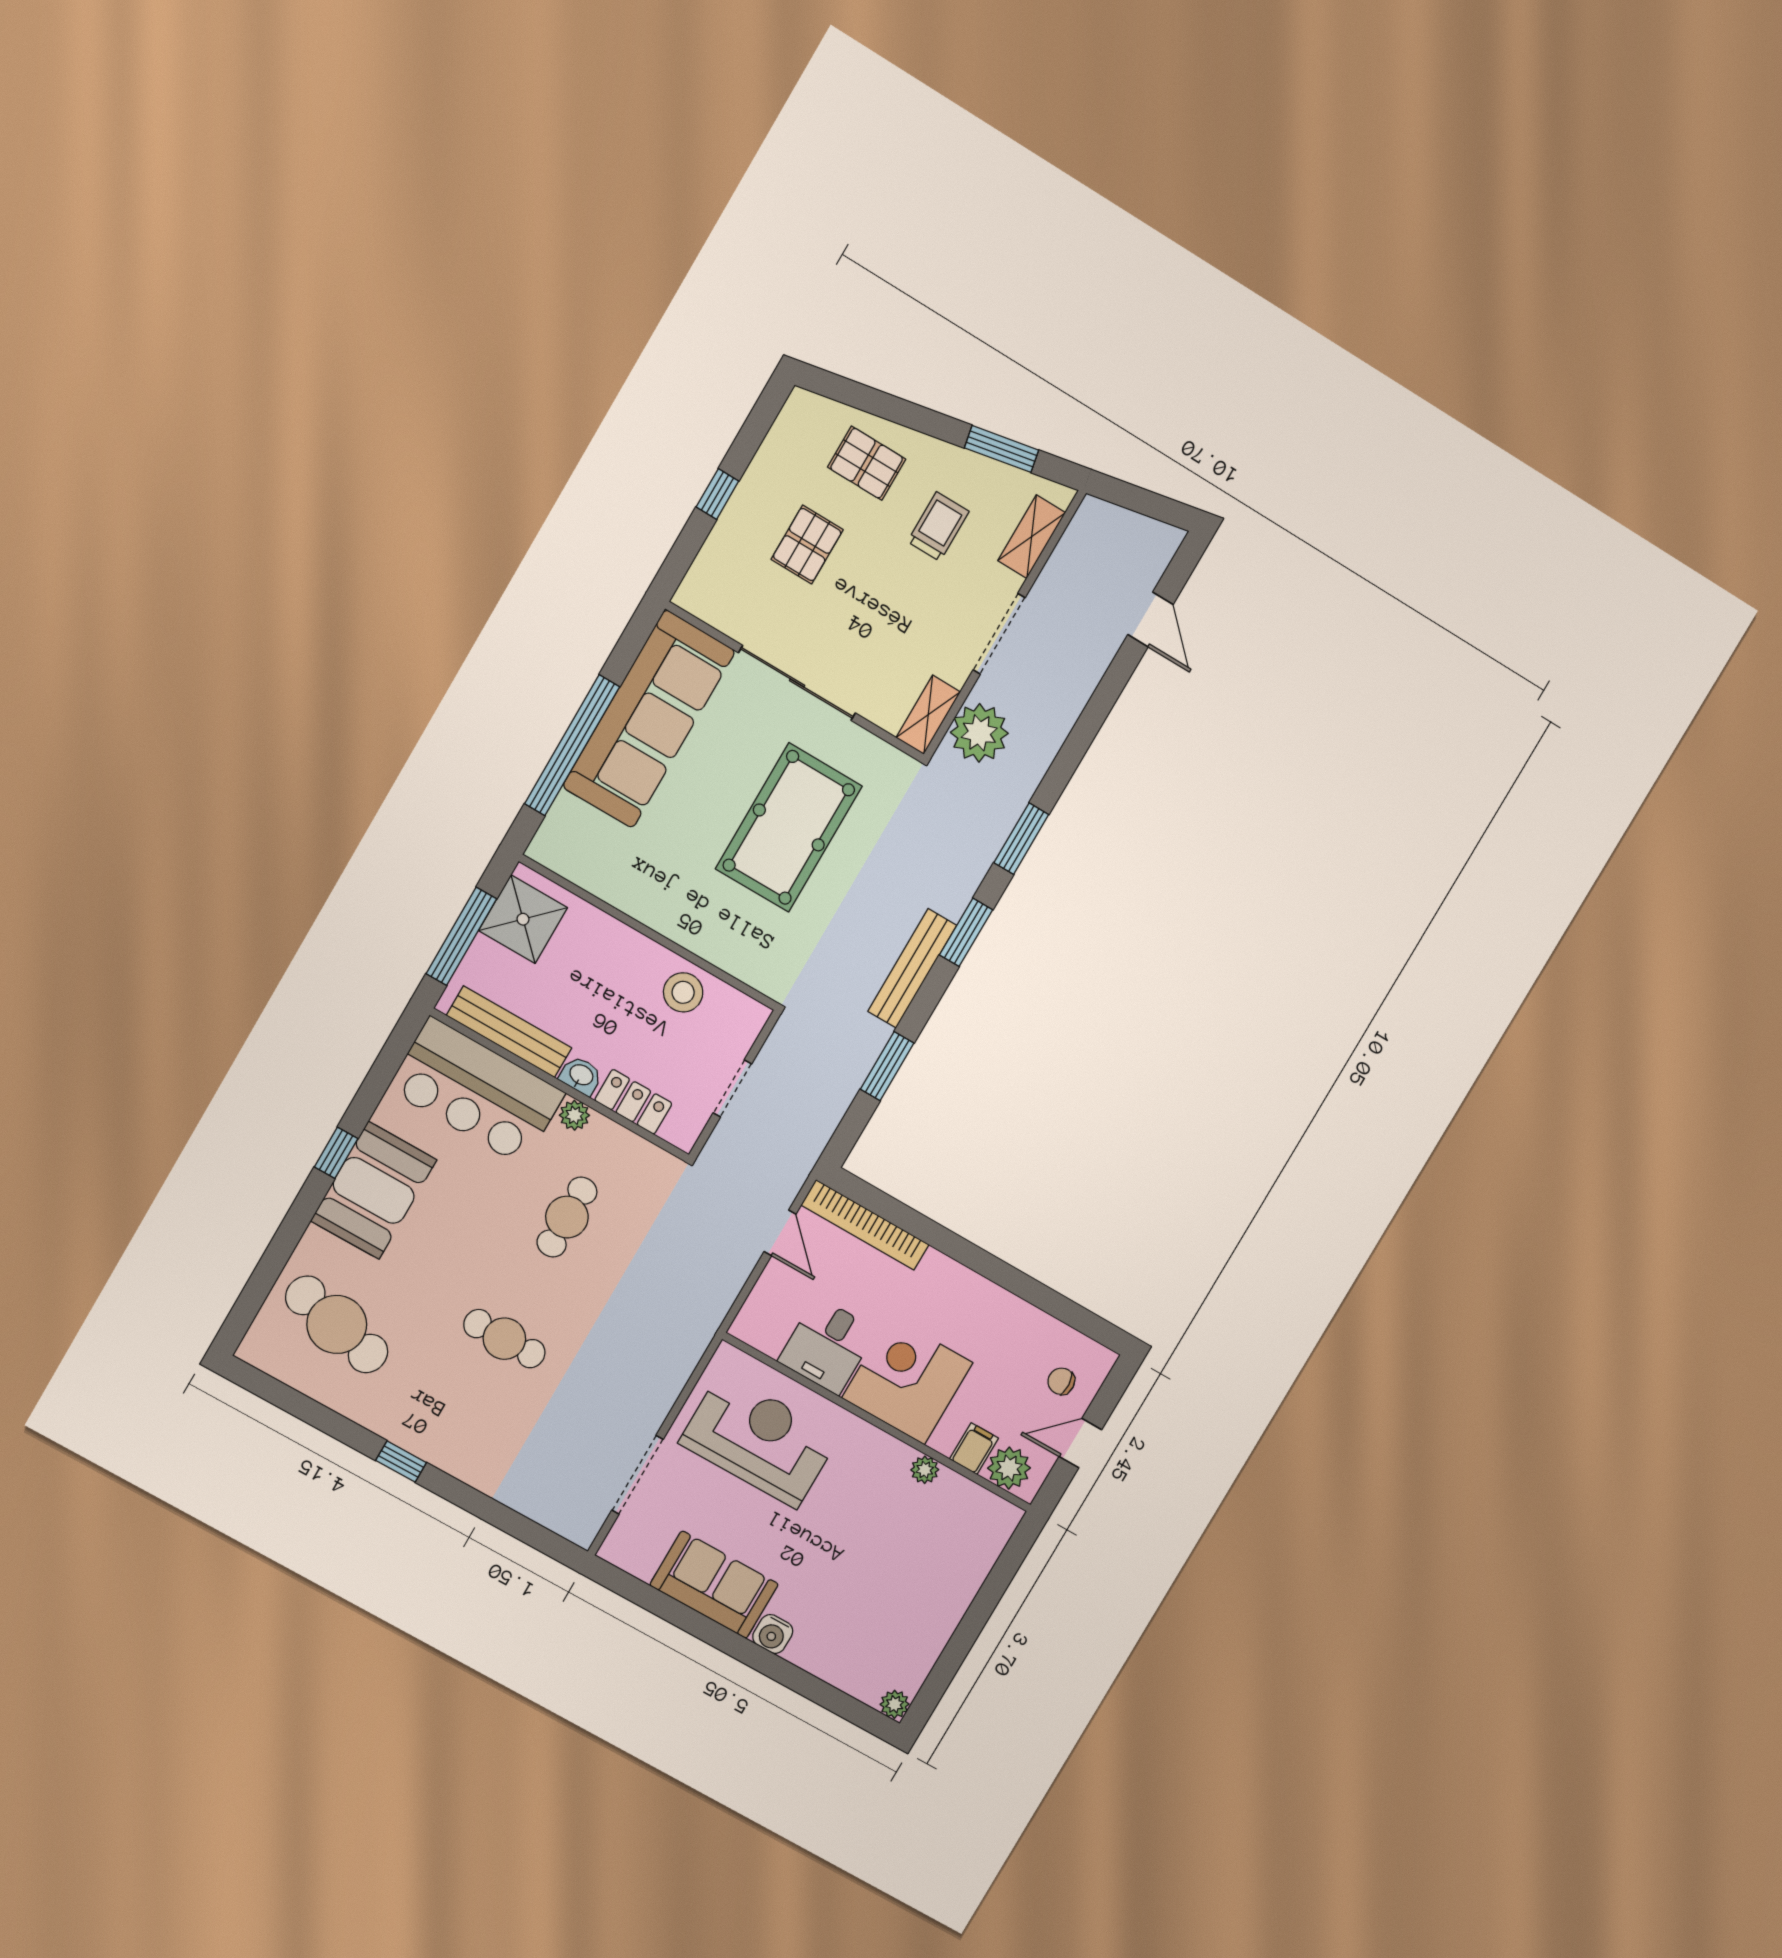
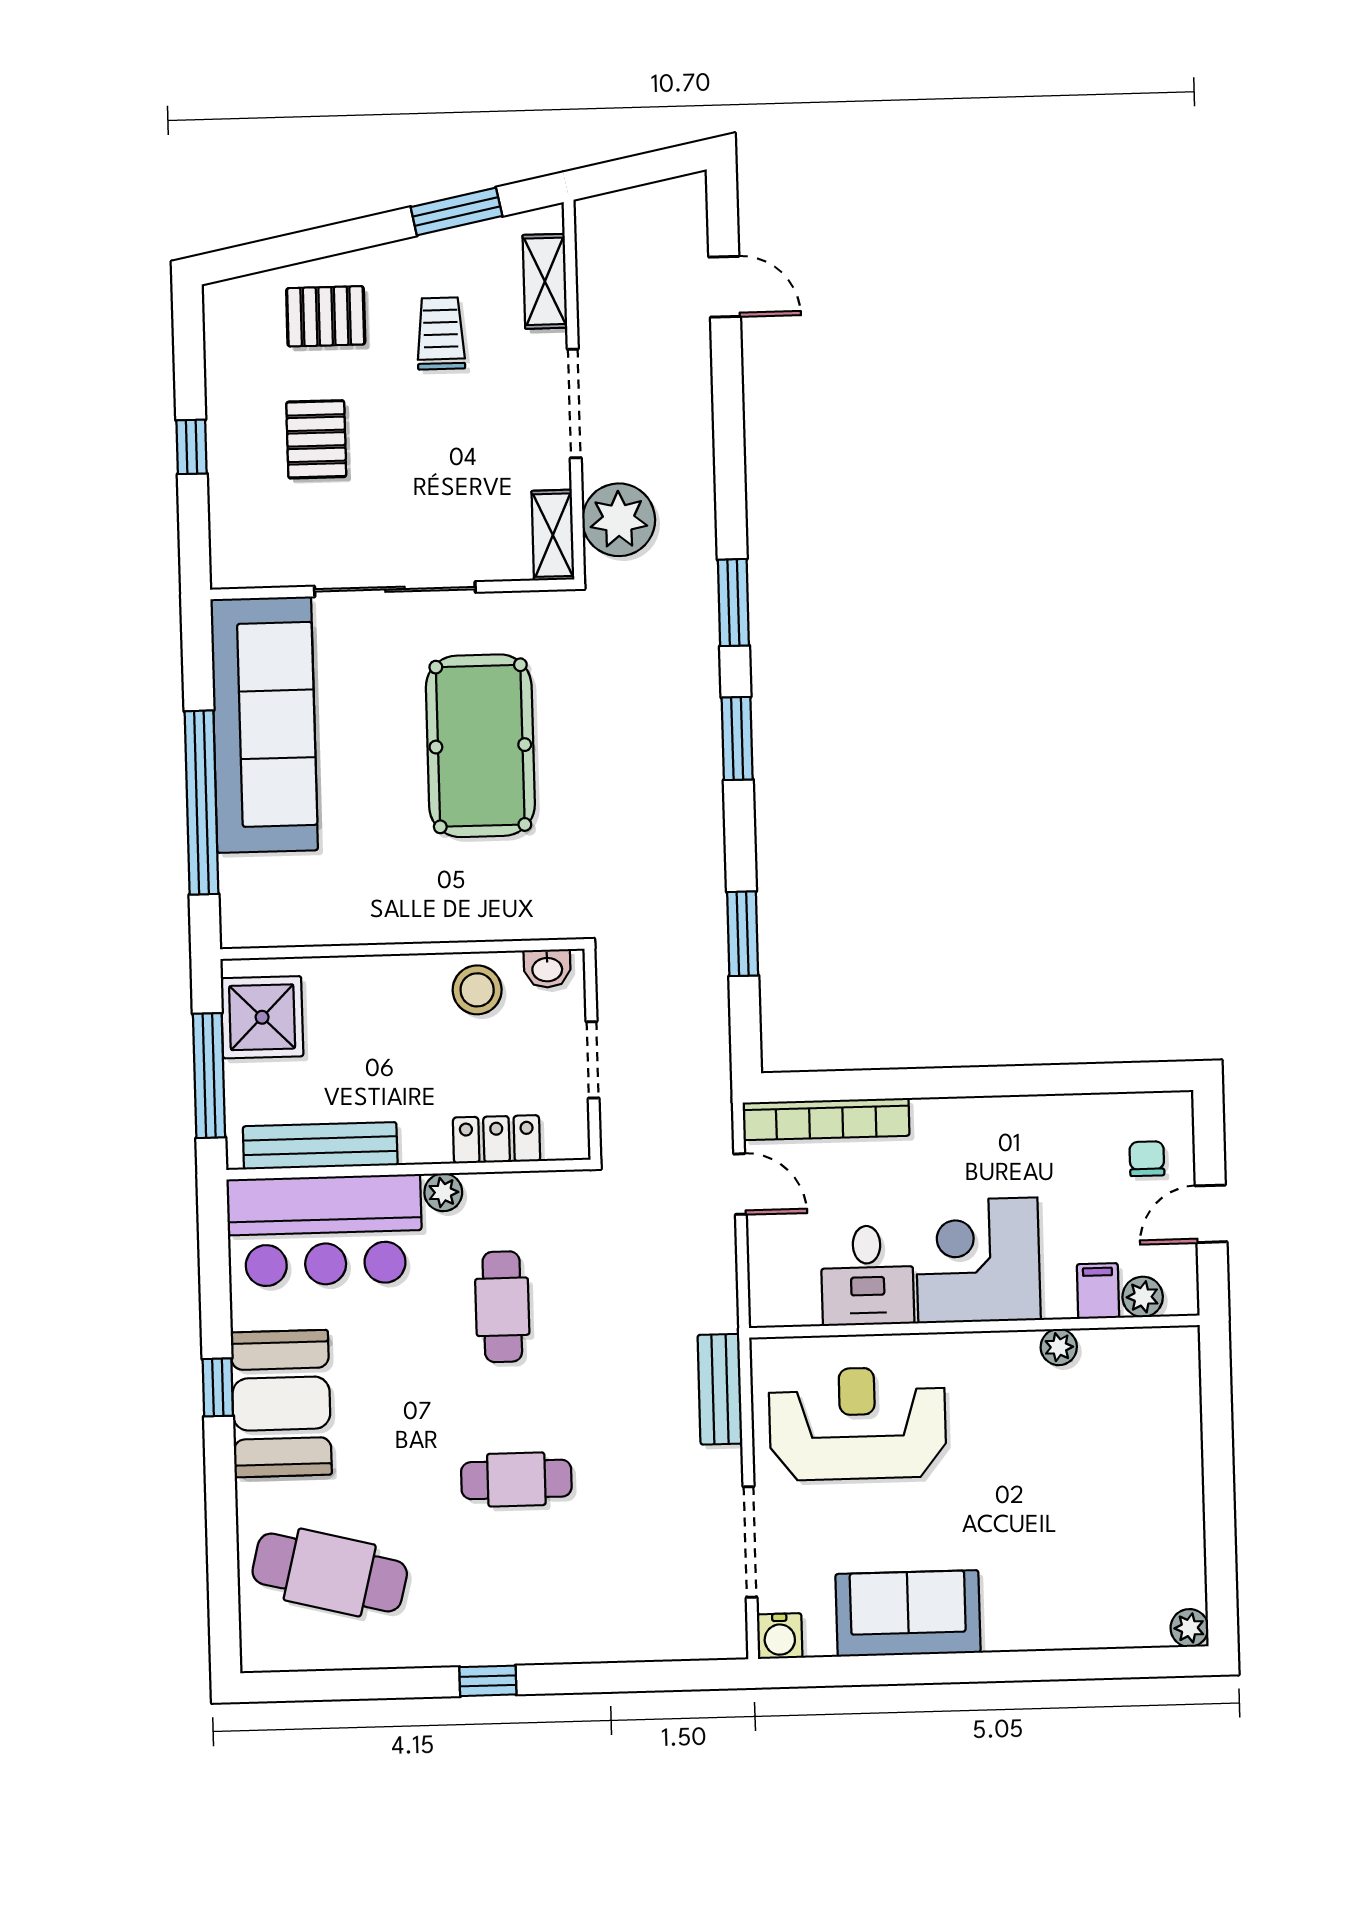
bench: (912, 968) -> (720, 1389), moved, width x0.73
washbasin: (581, 1076) -> (547, 968), moved, turned 180
chair: (1061, 1381) -> (1147, 1159), turned 94
plant: (1009, 1468) -> (1143, 1297), width x0.73, depth x0.73
water cooler: (773, 1634) -> (780, 1636), moved

